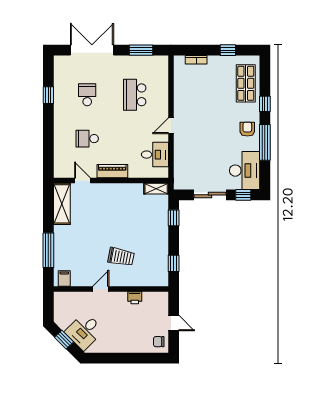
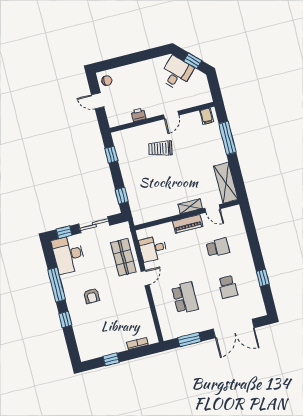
shop shelf: (246, 83) -> (123, 257), moved
armchair: (247, 129) -> (92, 296), moved
shelving: (156, 189) -> (190, 206), moved

